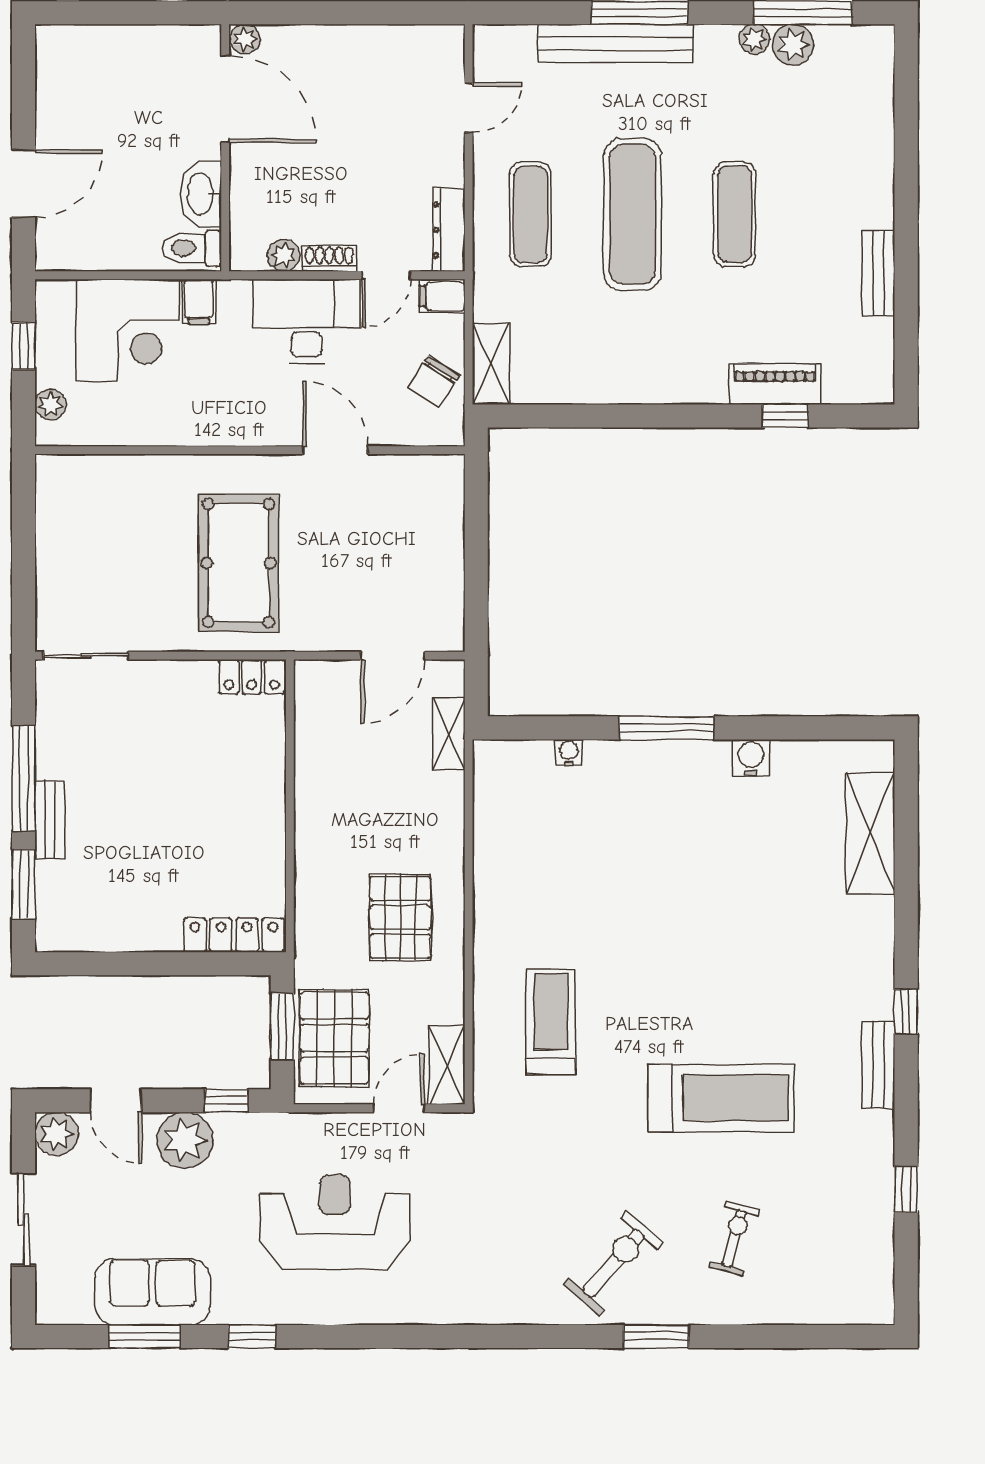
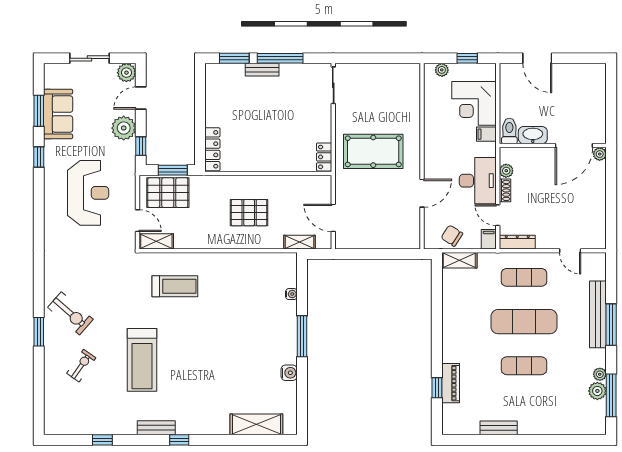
pallet: (400, 917) -> (249, 213), moved
exercise bike: (734, 1238) -> (81, 366), turned -70

